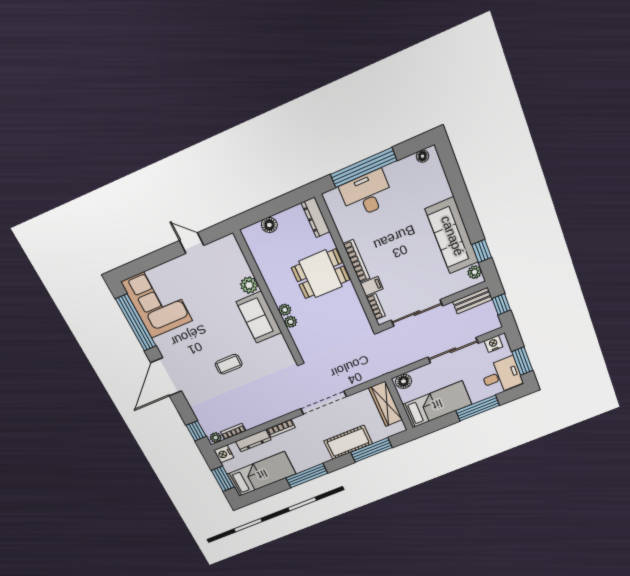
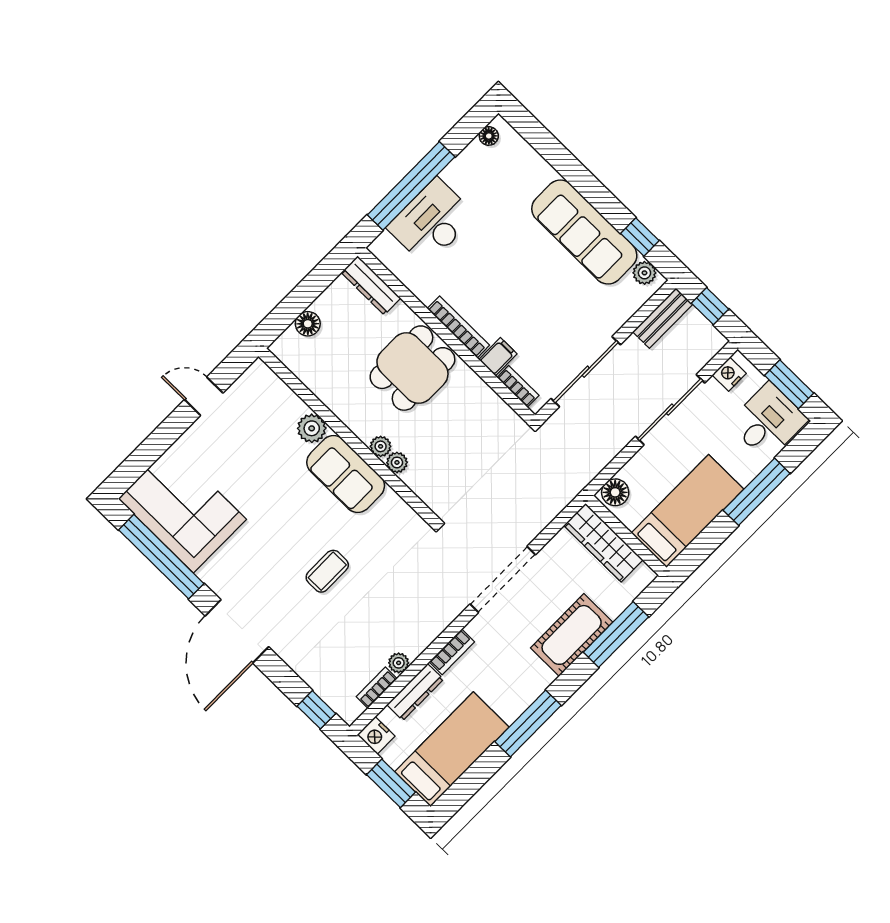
plant: (216, 438) -> (399, 663), moved

